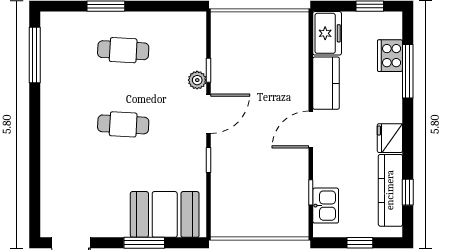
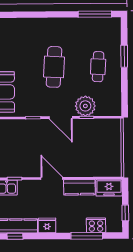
plant: (197, 80) -> (85, 106), width x1.87, depth x1.87
cafe table: (123, 124) -> (54, 67), width x1.37, depth x1.35

